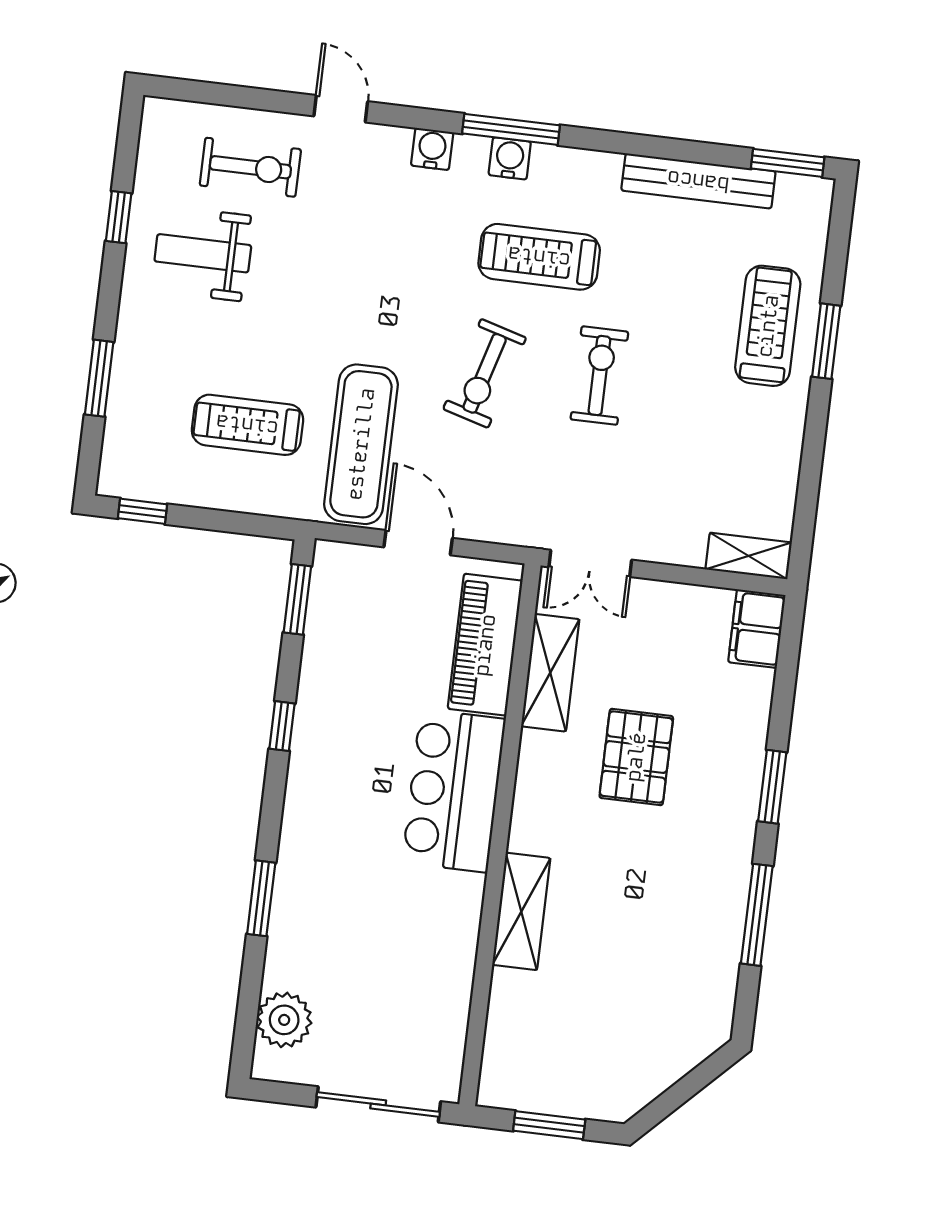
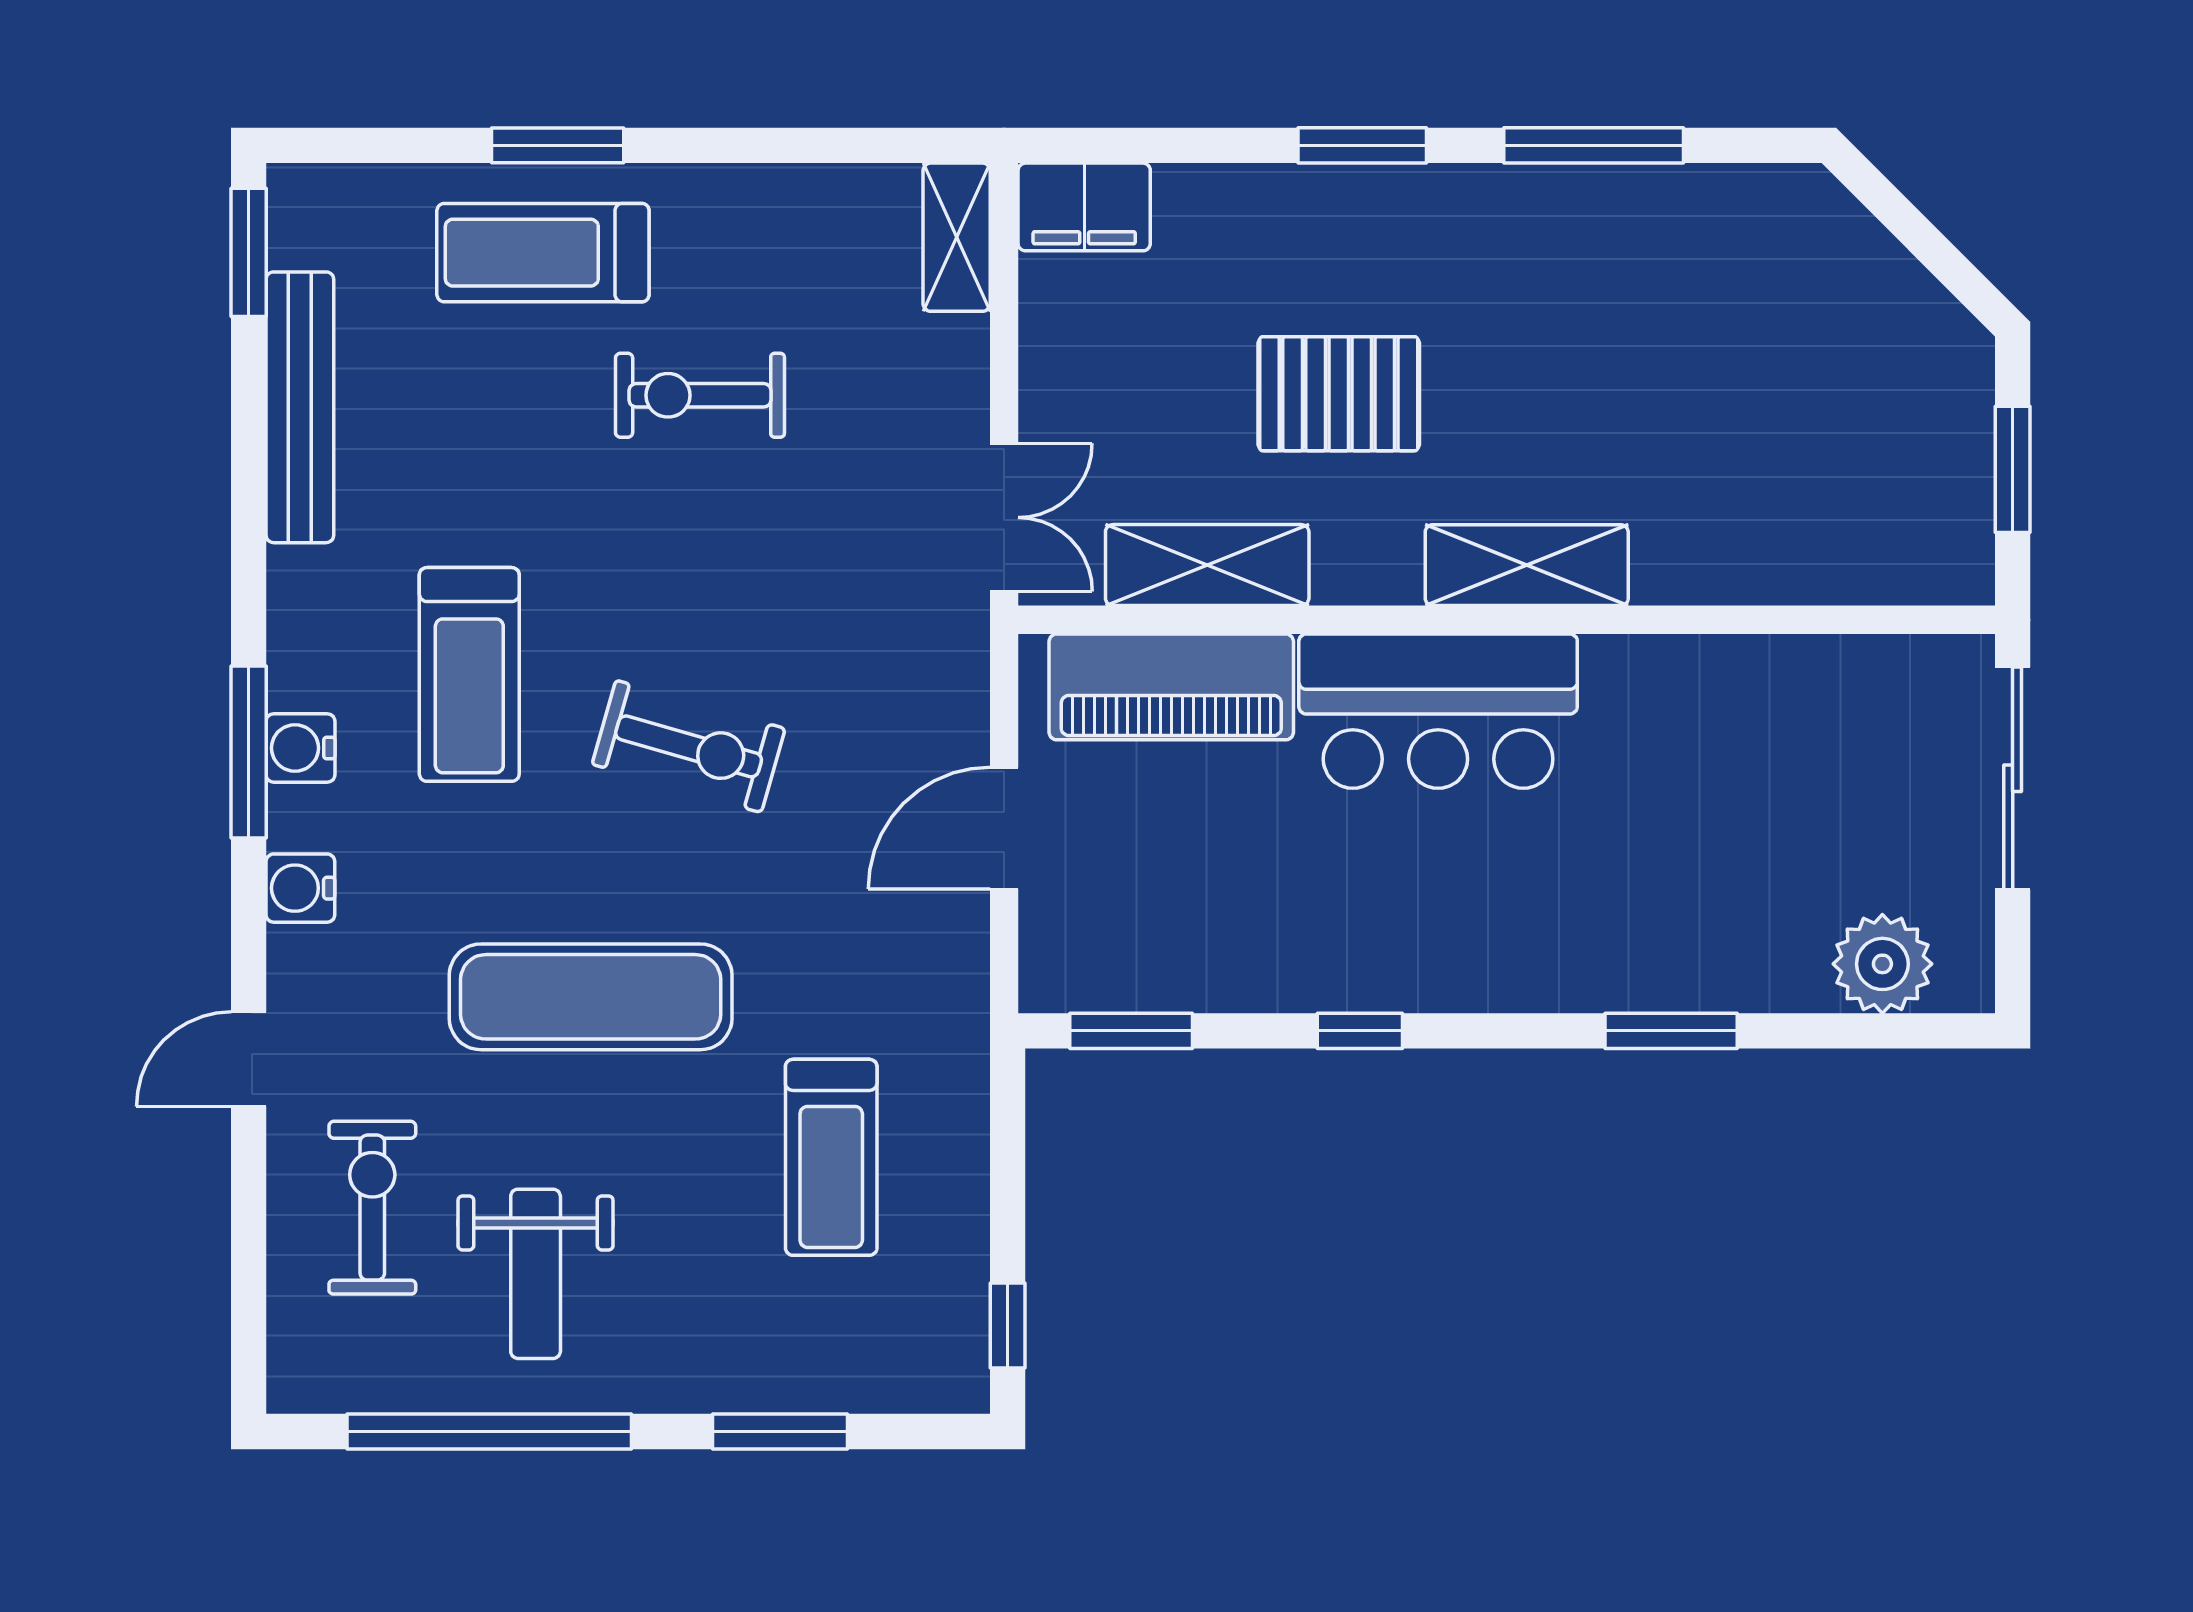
window: (119, 217) -> (489, 1432), width x3.17
exercise bike: (599, 376) -> (700, 395), moved
exercise mat: (361, 444) -> (591, 997), moved
shelving: (521, 911) -> (1527, 565), moved

